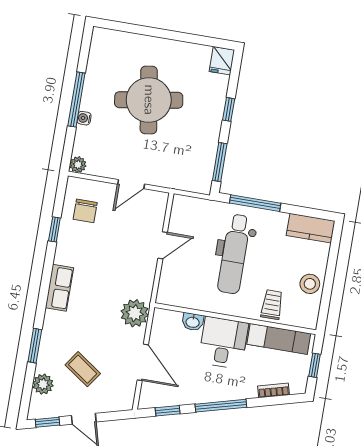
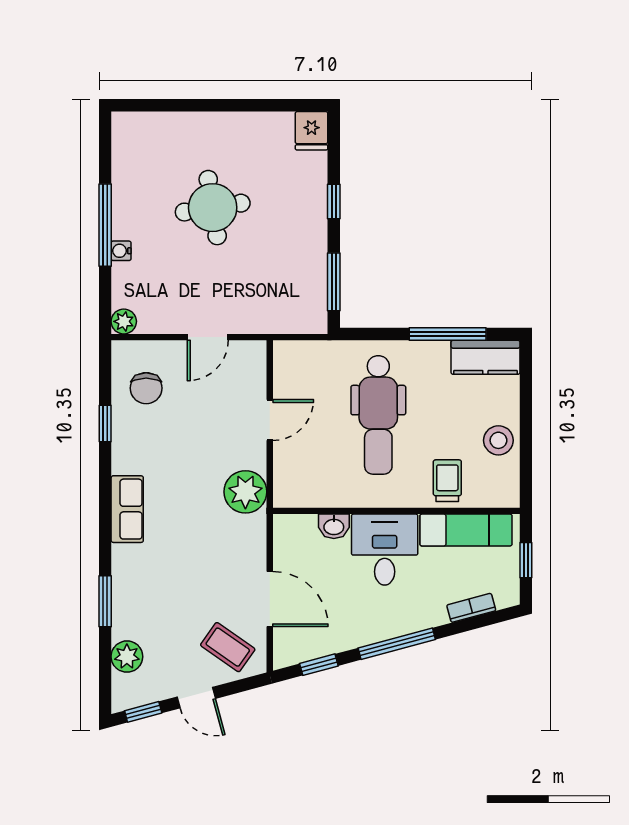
round table: (149, 100) -> (213, 208), width x0.73, depth x0.73
window: (255, 203) -> (448, 334), moved
plant: (135, 313) -> (245, 492), moved
coffee table: (83, 369) -> (228, 647), moved

